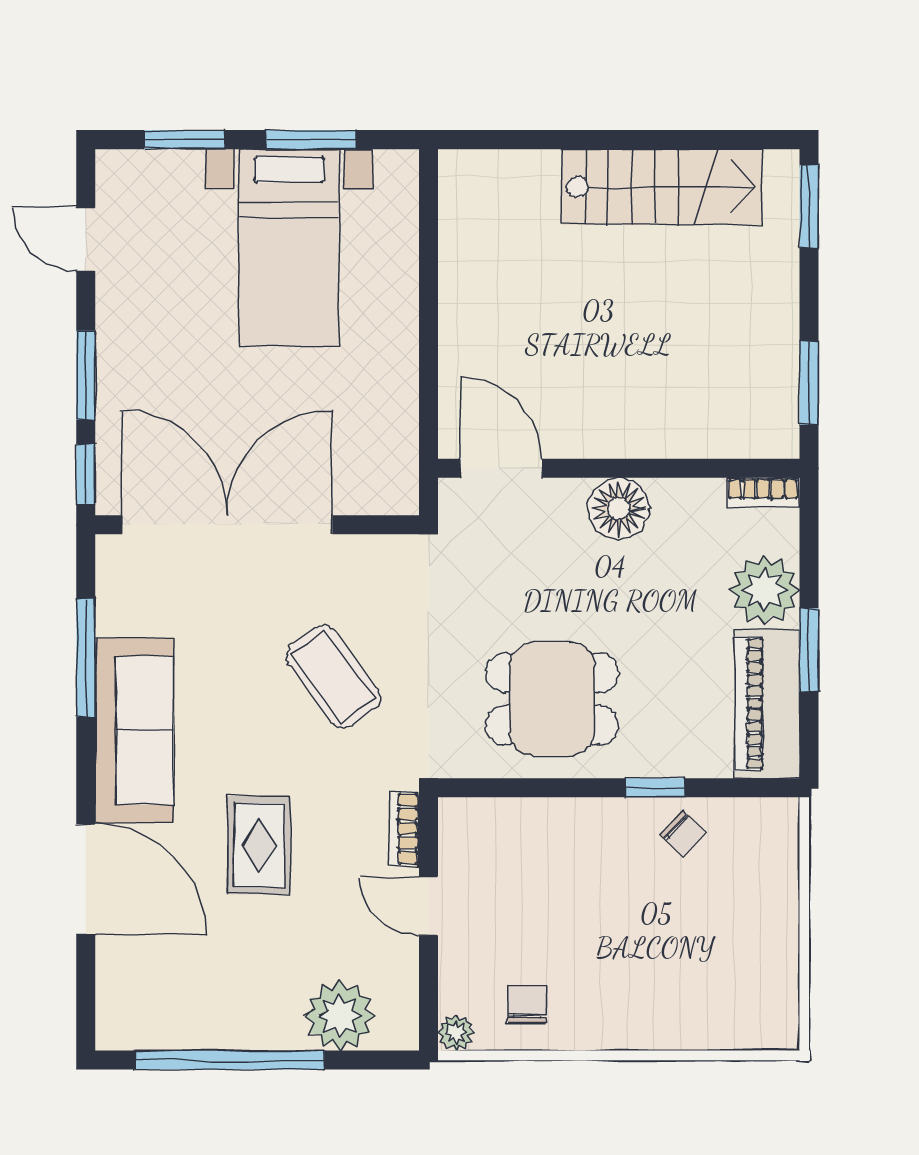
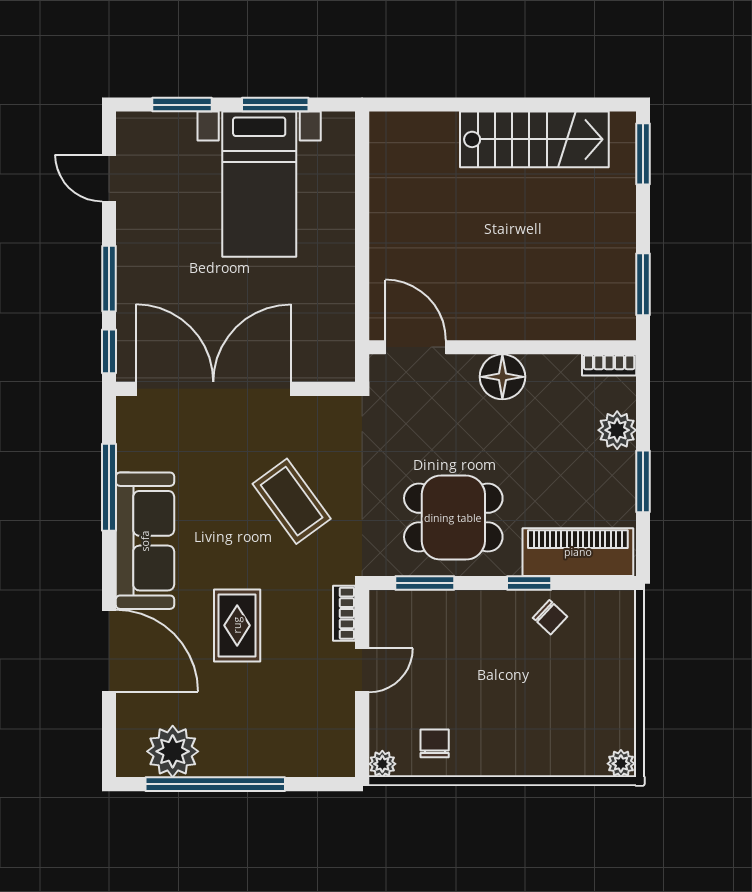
plant: (765, 590) -> (617, 430), width x0.73, depth x0.73
piano: (767, 703) -> (578, 552), moved, turned 90
window: (513, 788) -> (425, 583), added
door: (429, 906) -> (362, 670), swing flipped
plant: (339, 1016) -> (173, 751), moved
plant: (779, 1032) -> (621, 764), added

